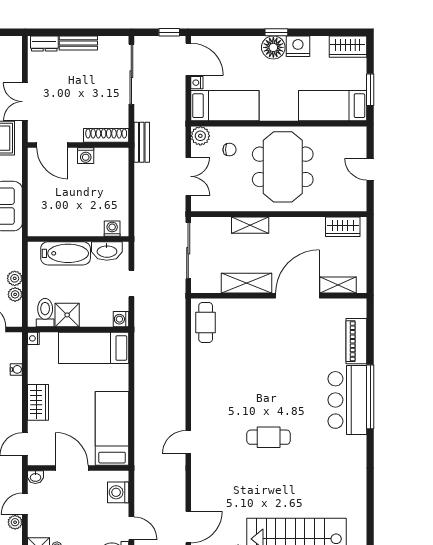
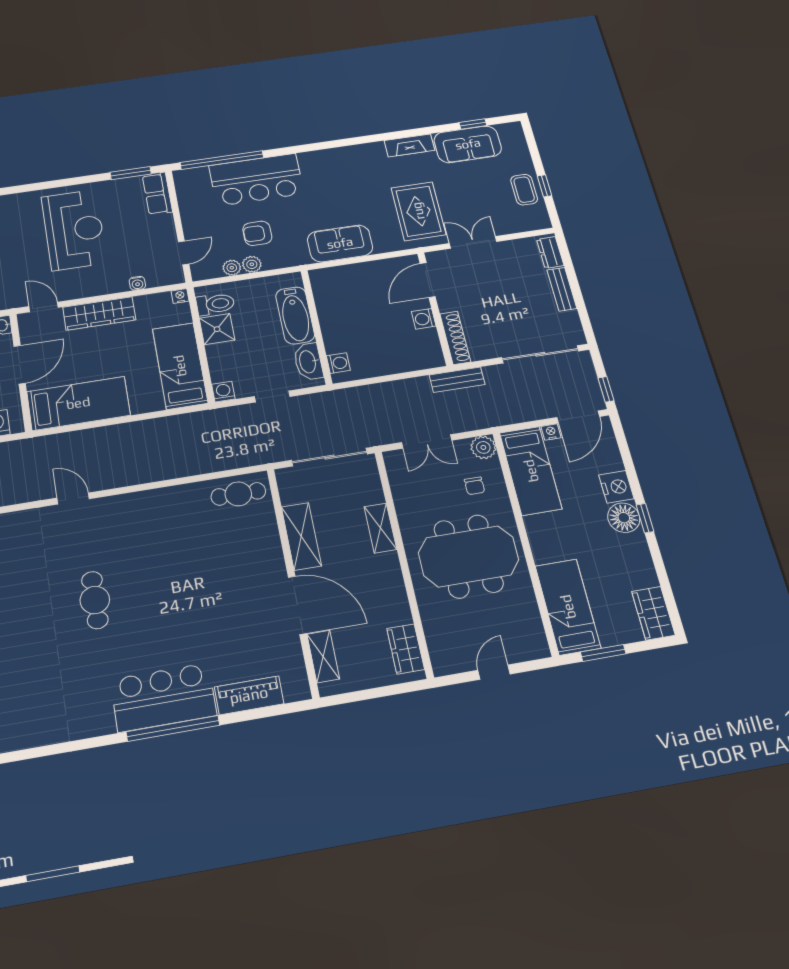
nightstand: (298, 46) -> (616, 487), moved
wardrobe: (38, 402) -> (99, 313), width x1.50

